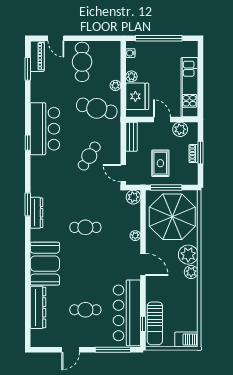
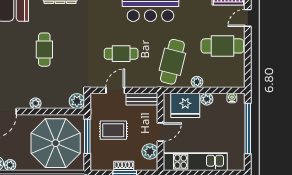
cafe table: (89, 156) -> (121, 54), turned -32
door: (123, 173) -> (115, 90), moved
plant: (188, 255) -> (10, 165), width x0.53, depth x0.53

